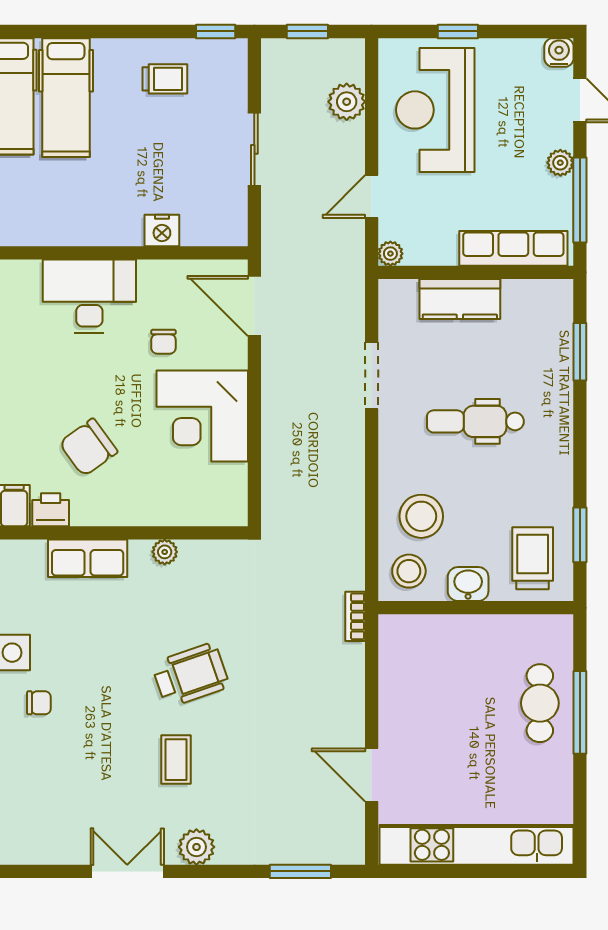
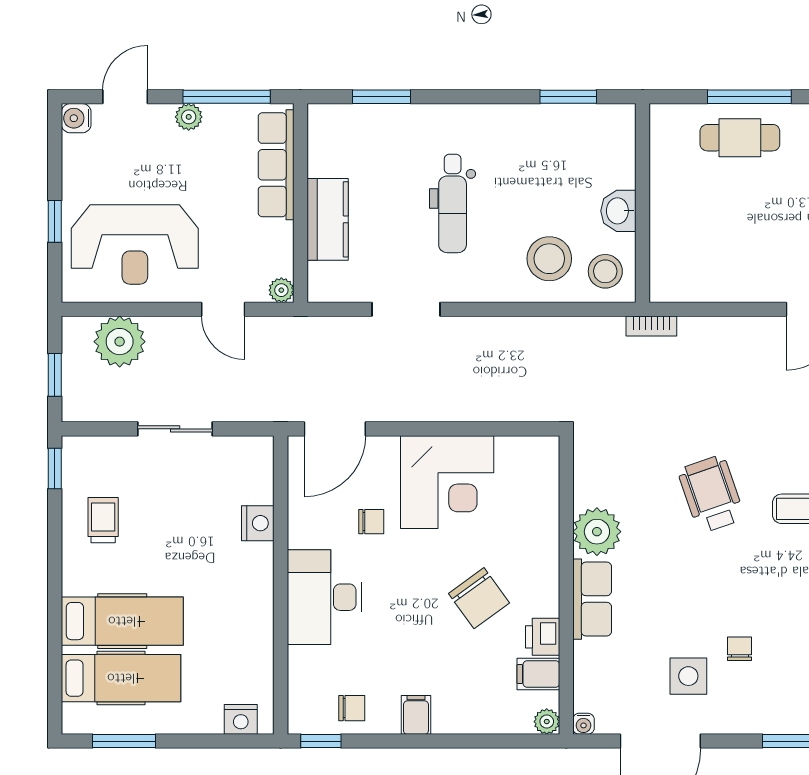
plant: (347, 102) -> (120, 342), width x1.36, depth x1.36
plant: (165, 552) -> (597, 532), width x1.88, depth x1.88
trolley: (533, 558) -> (592, 145), removed

